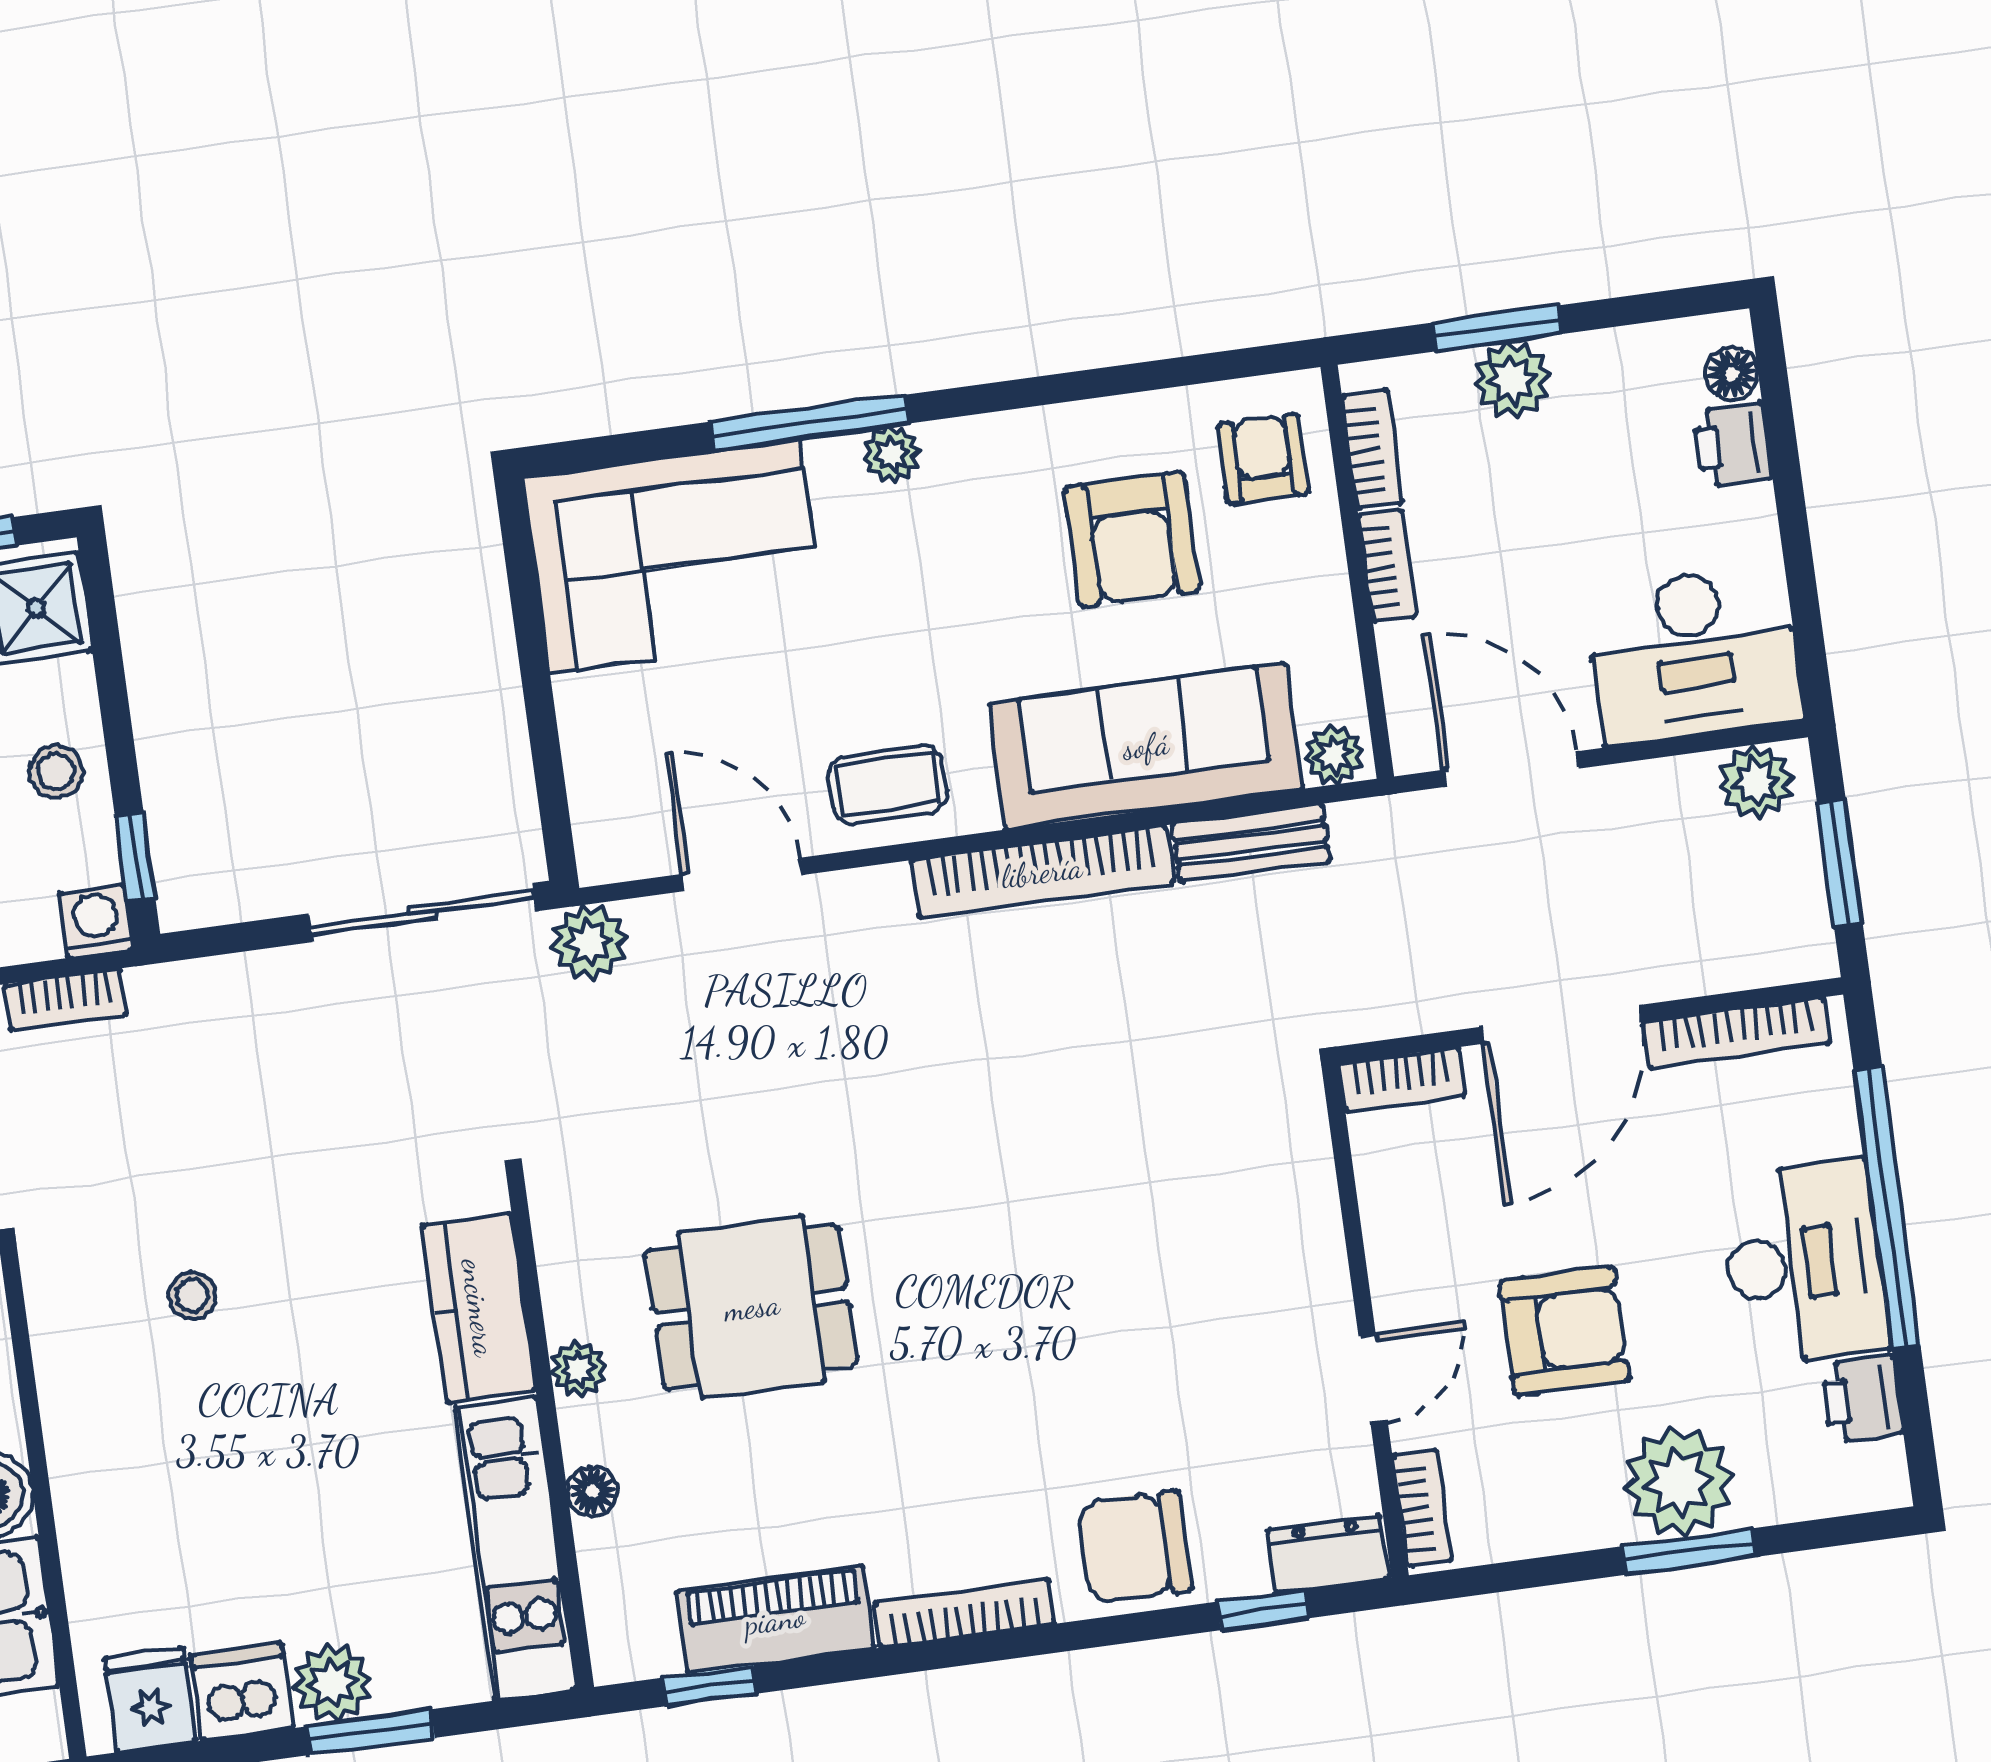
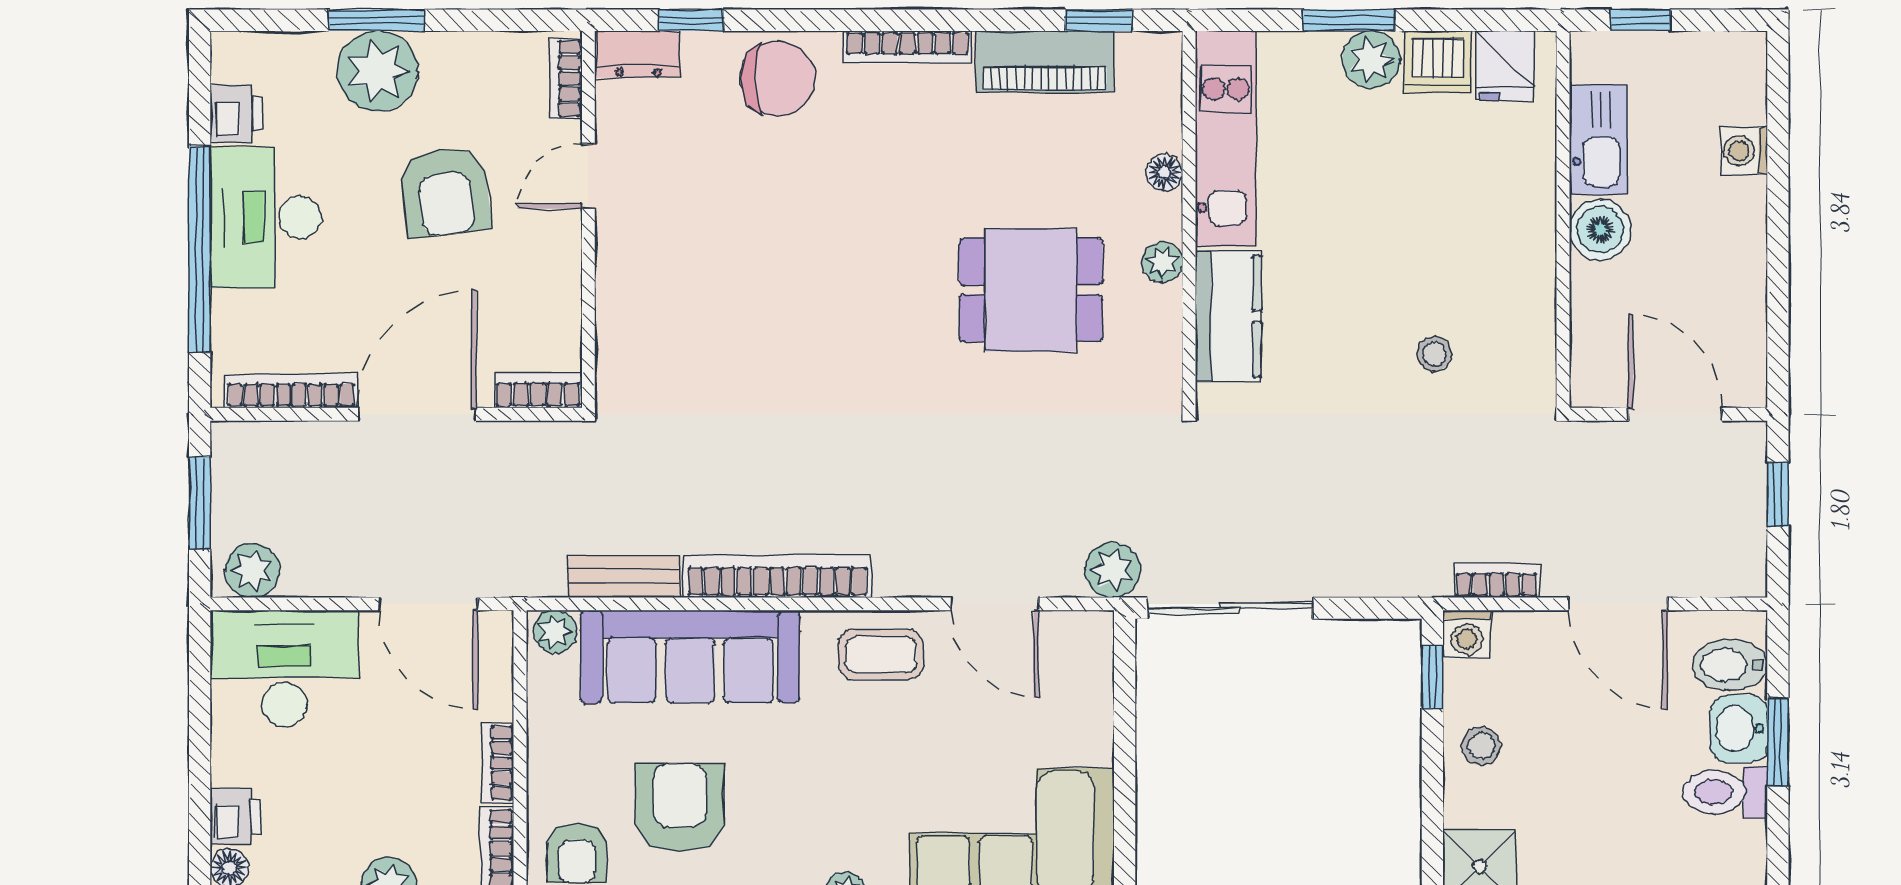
armchair: (1565, 1331) -> (445, 192), turned -97

